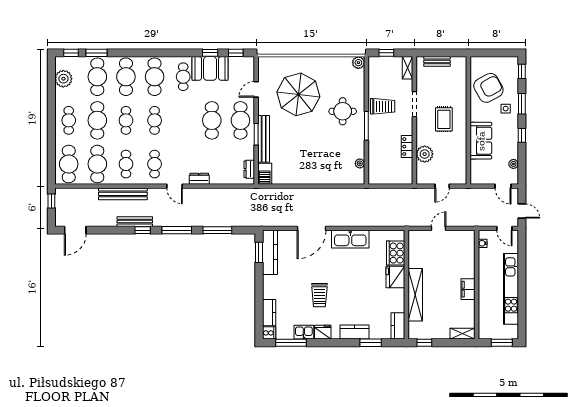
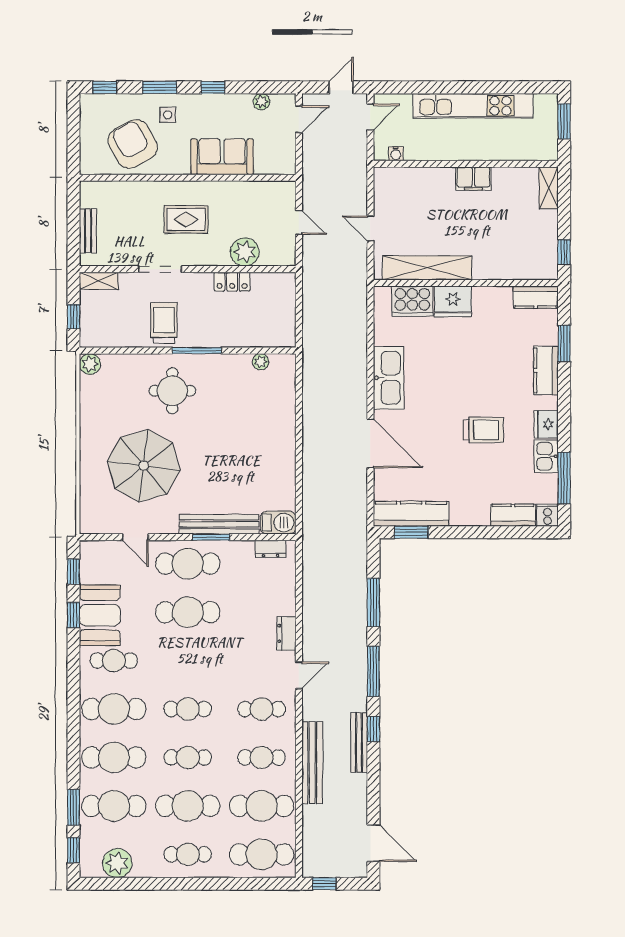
shelving: (415, 295) -> (427, 268), moved

